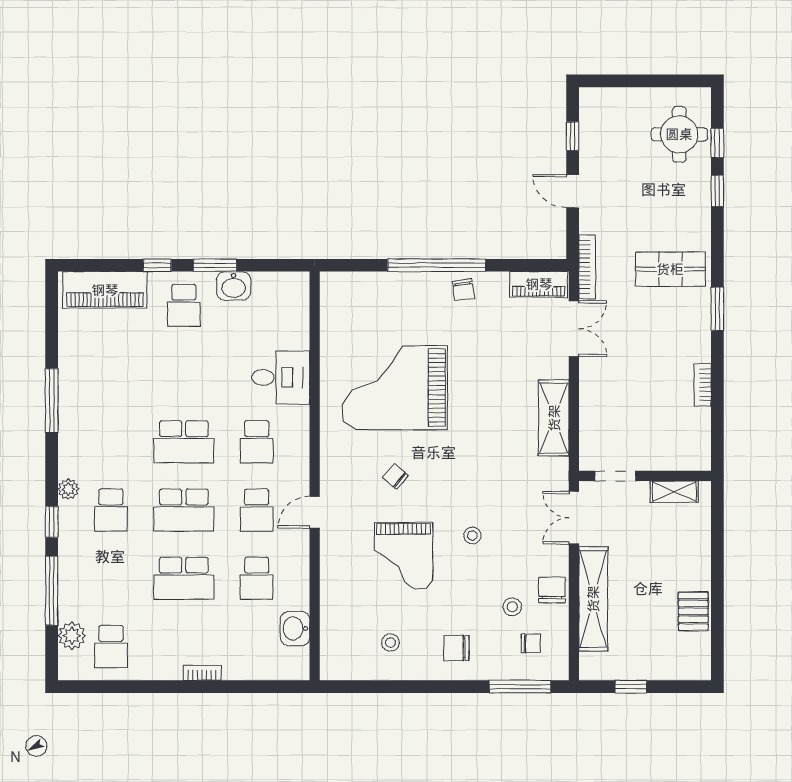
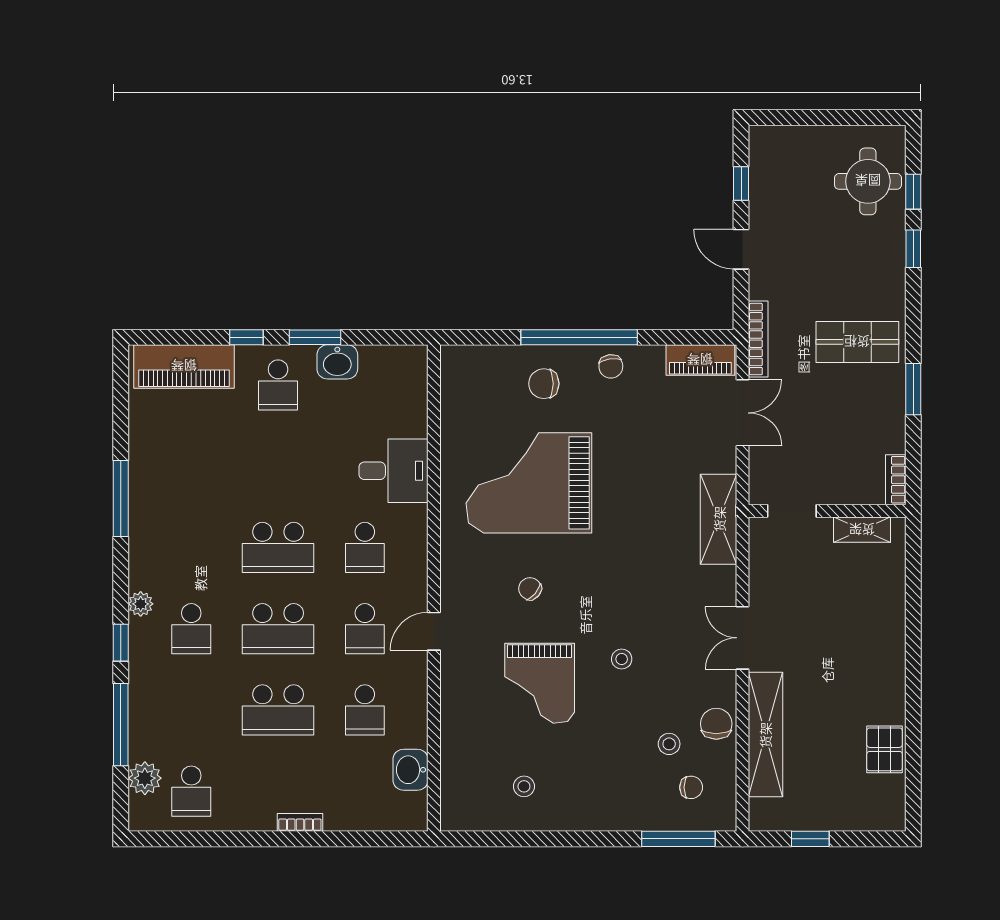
doorway: (615, 476) -> (792, 511), moved
wall: (645, 476) -> (827, 511), moved
shelving: (674, 492) -> (862, 530), moved
chair: (456, 648) -> (544, 384), moved

